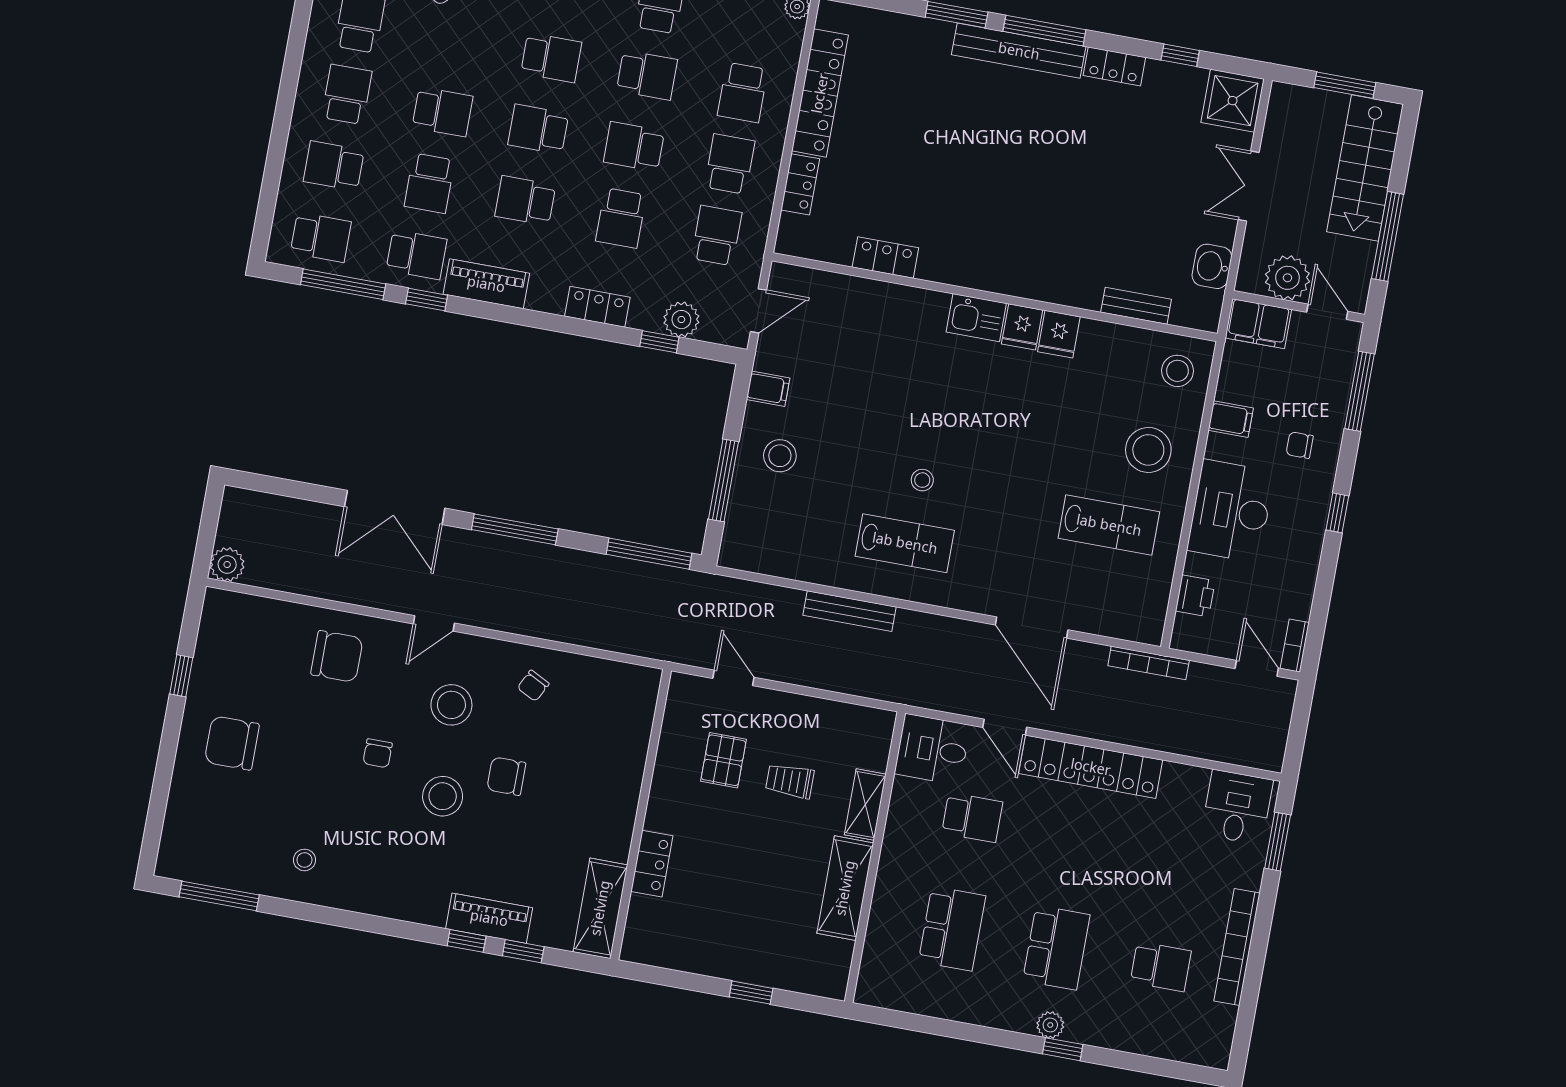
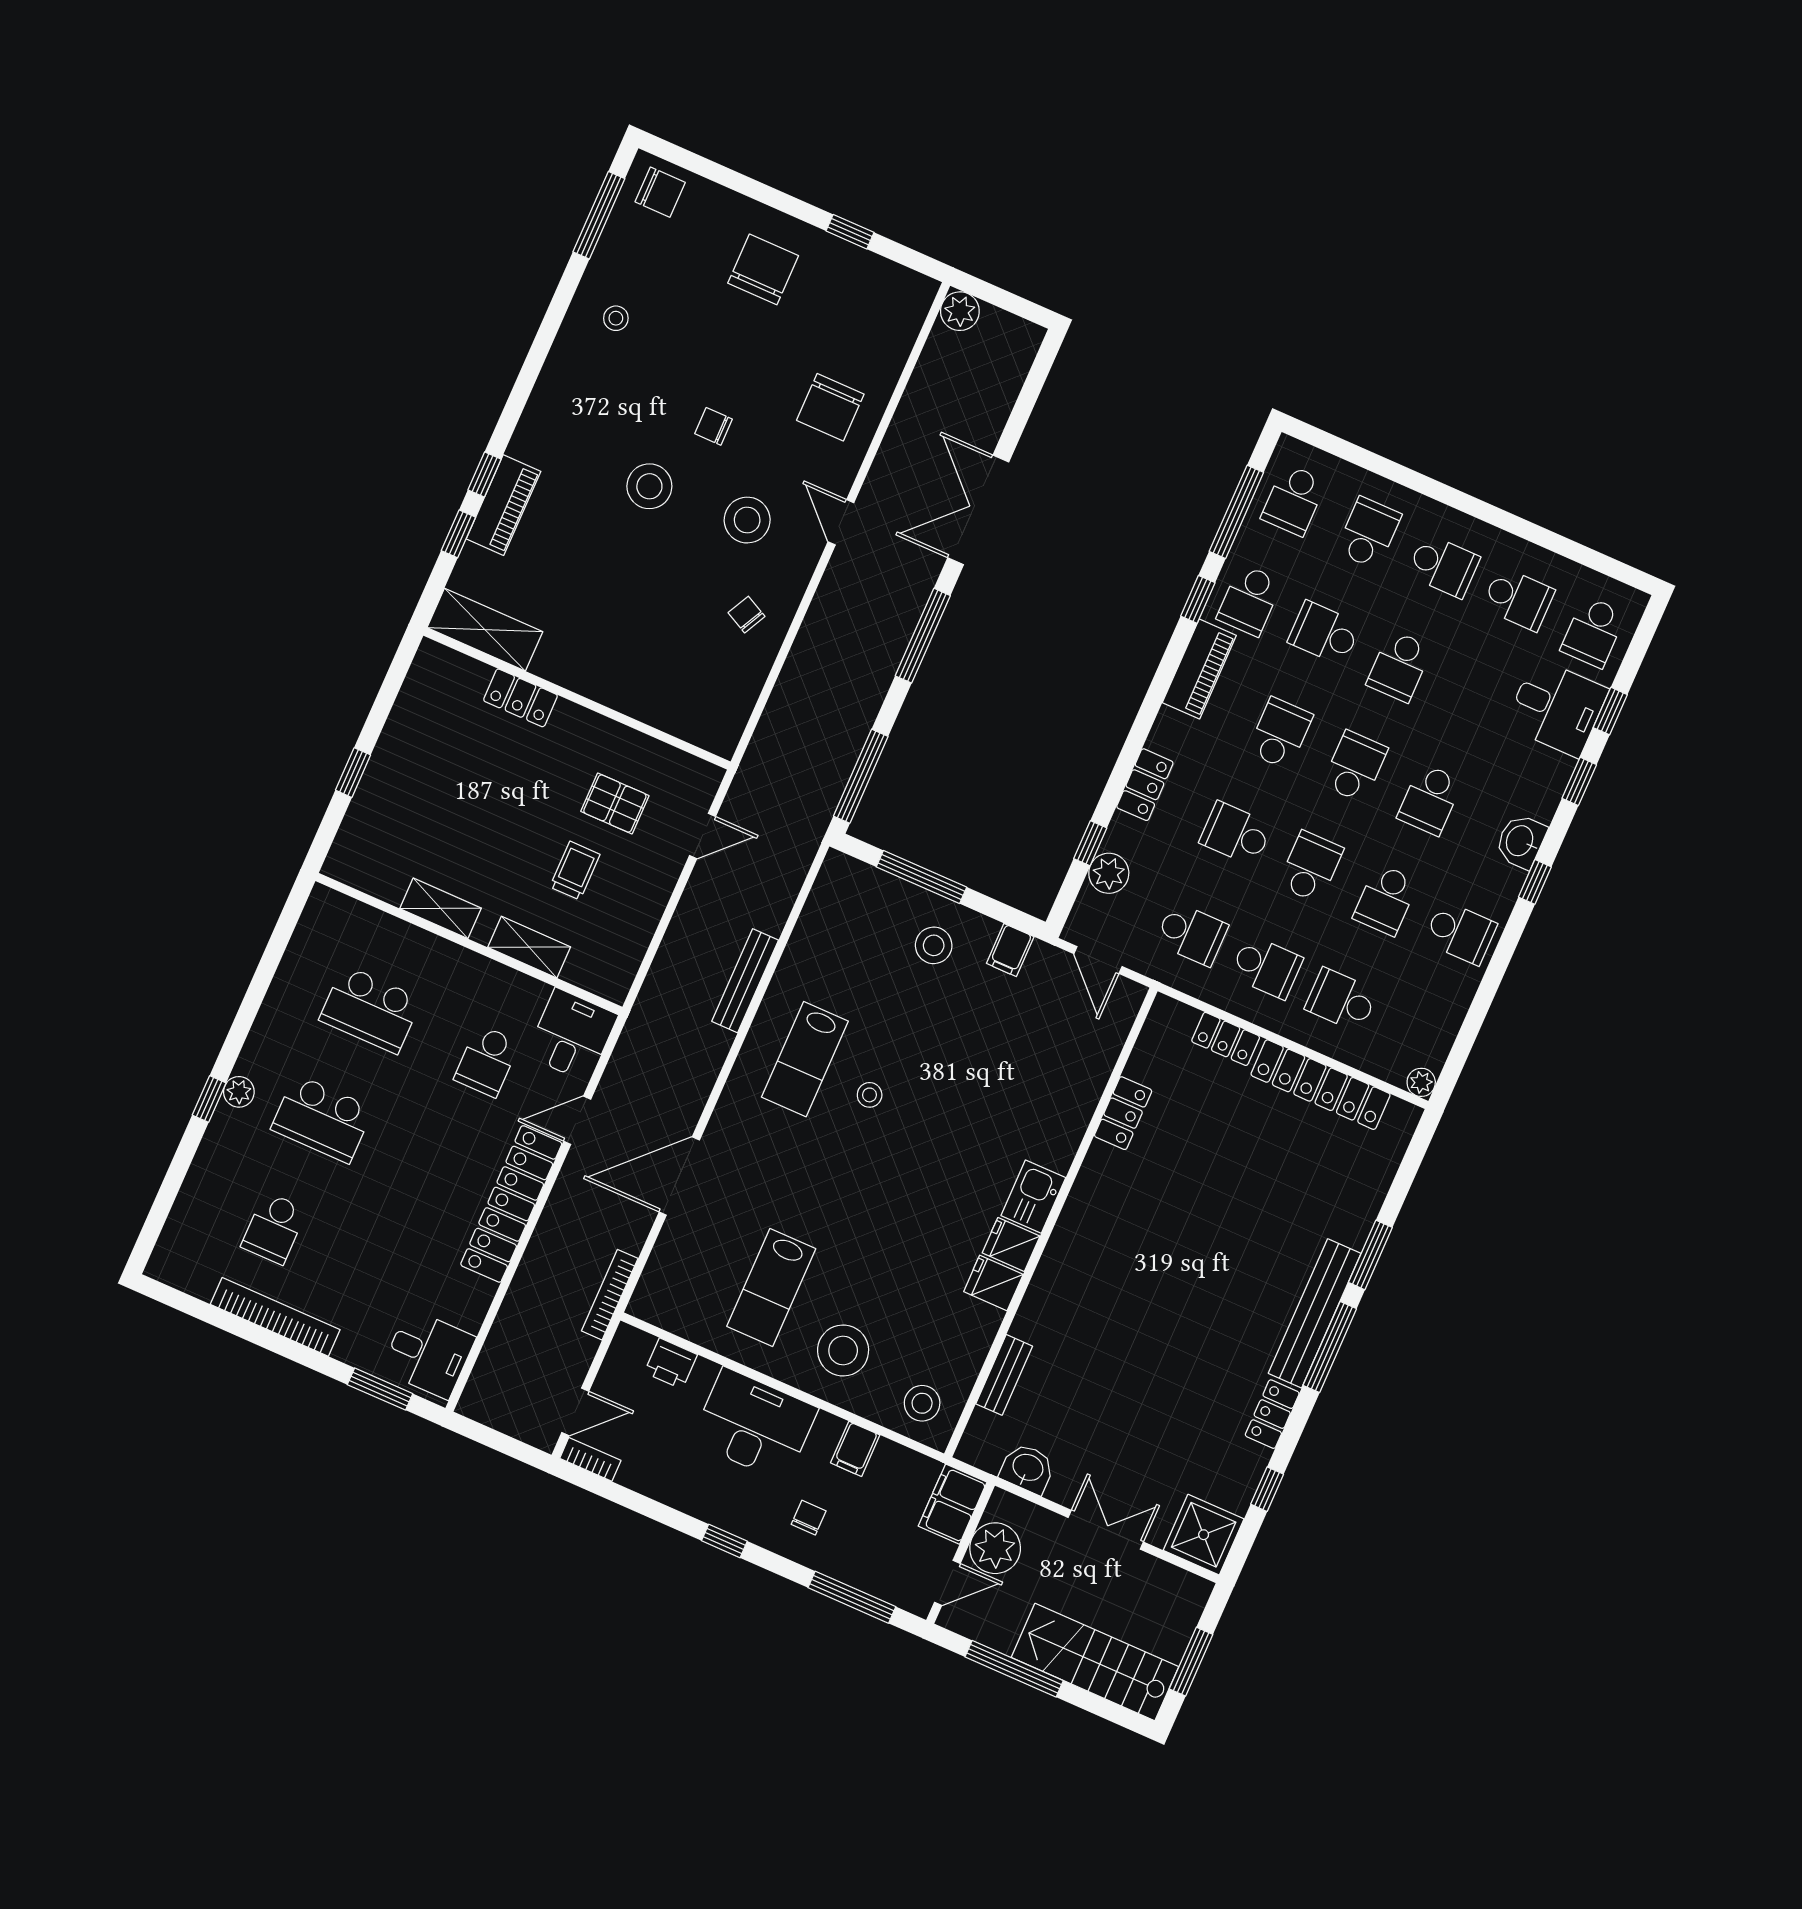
chair: (506, 776) -> (660, 192), moved, turned 90
shelving: (845, 888) -> (440, 908), width x0.67, depth x0.75

